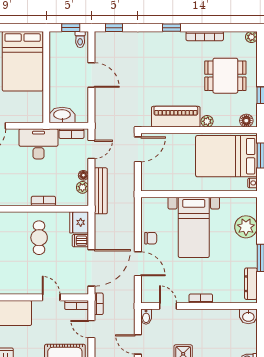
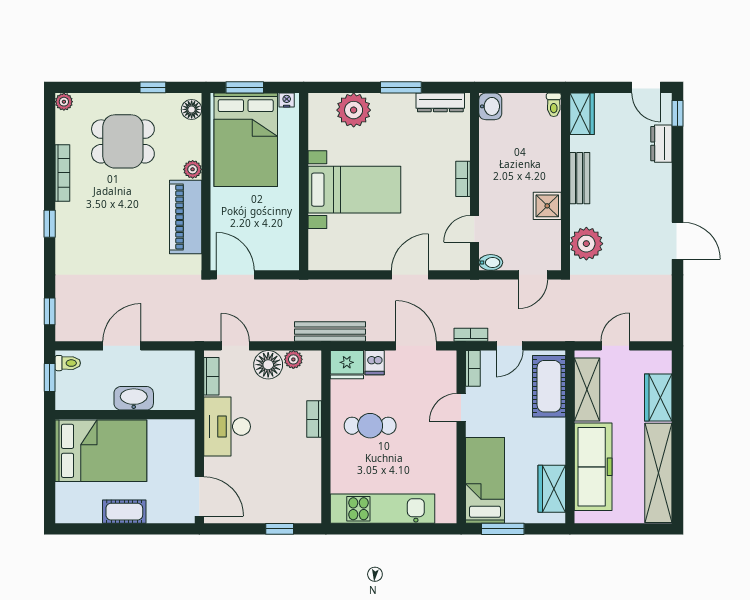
dining table: (225, 76) -> (123, 141), turned 90
washbasin: (62, 115) -> (134, 398), moved, turned 90
floor lamp: (83, 175) -> (268, 365), width x1.89, depth x1.89
bench: (101, 191) -> (330, 332), moved
chair: (151, 238) -> (371, 255), removed
door: (91, 268) -> (416, 346), width x0.73

